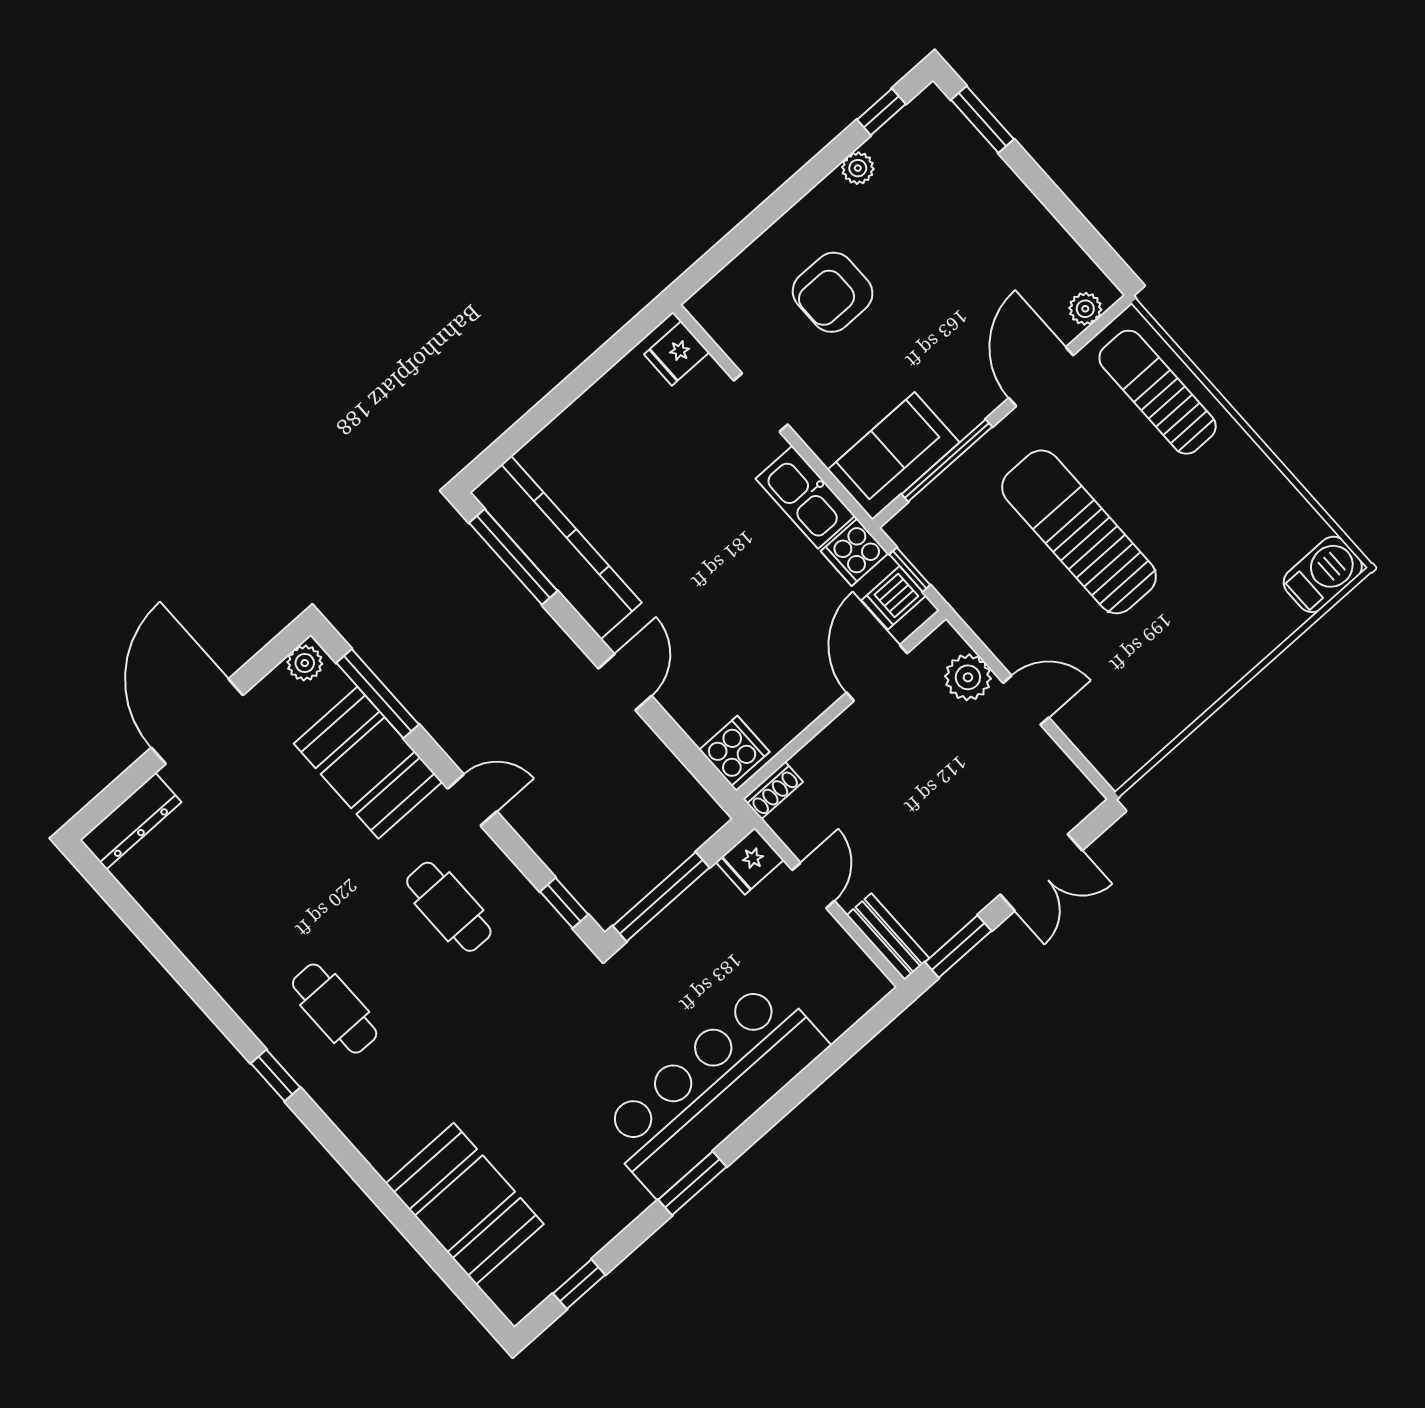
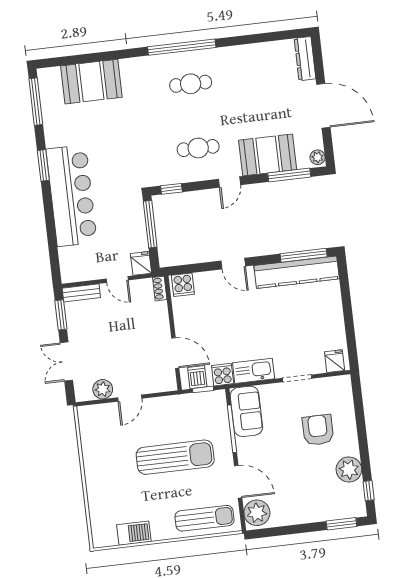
plant: (858, 168) -> (349, 469), width x1.88, depth x1.88
plant: (1085, 309) -> (257, 513), width x1.88, depth x1.88
barbecue: (1323, 574) -> (134, 533), moved, turned -90
plant: (968, 677) -> (103, 389), moved
window: (276, 1075) -> (182, 47), width x3.17
window: (579, 1284) -> (36, 102), width x2.17

